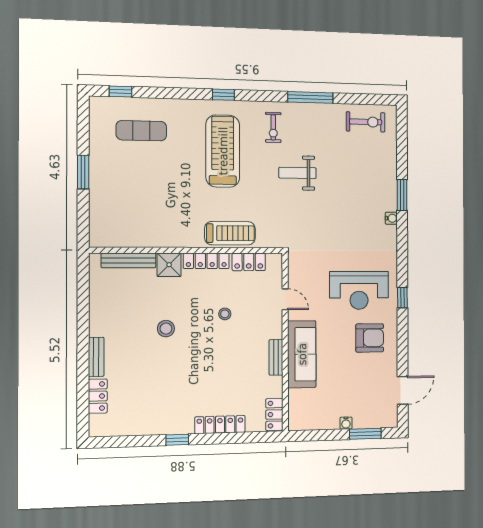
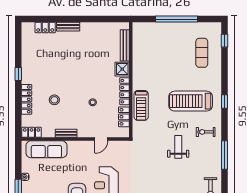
treadmill: (223, 151) -> (191, 101), turned 180
window: (83, 172) -> (177, 19), width x2.11
stool: (166, 329) -> (54, 100), moved
sofa: (302, 354) -> (46, 149), moved

